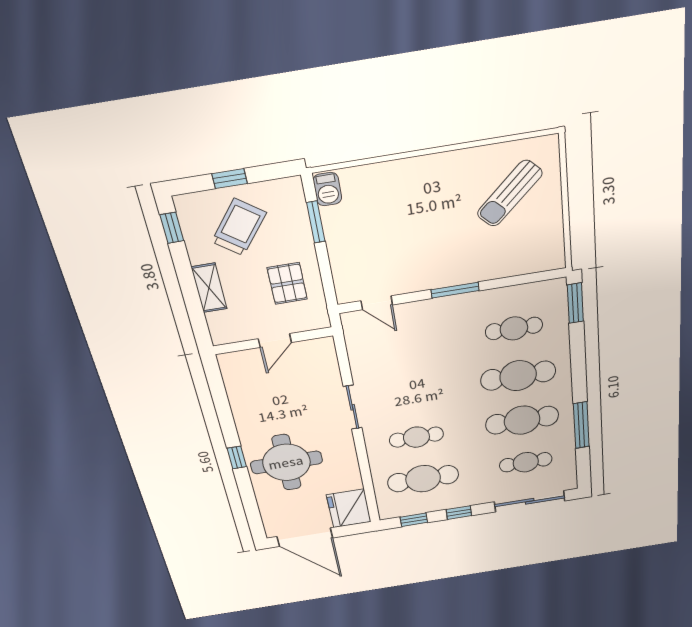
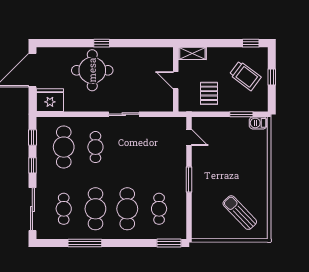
pallet: (287, 284) -> (209, 93), turned 90
shelving: (209, 288) -> (192, 53), moved
door: (377, 303) -> (189, 137), swing flipped

